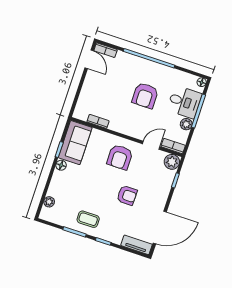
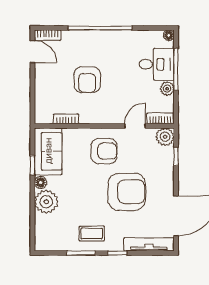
armchair: (145, 96) -> (87, 80), moved
armchair: (120, 157) -> (104, 151), turned -90
armchair: (127, 195) -> (127, 192), width x1.88, depth x1.88
plant: (49, 202) -> (46, 202), moved, width x1.87, depth x1.87
tv unit: (137, 245) -> (149, 244), width x1.41

